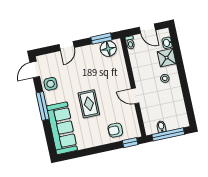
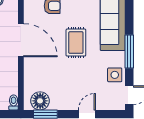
door: (135, 96) -> (21, 40), width x1.88

